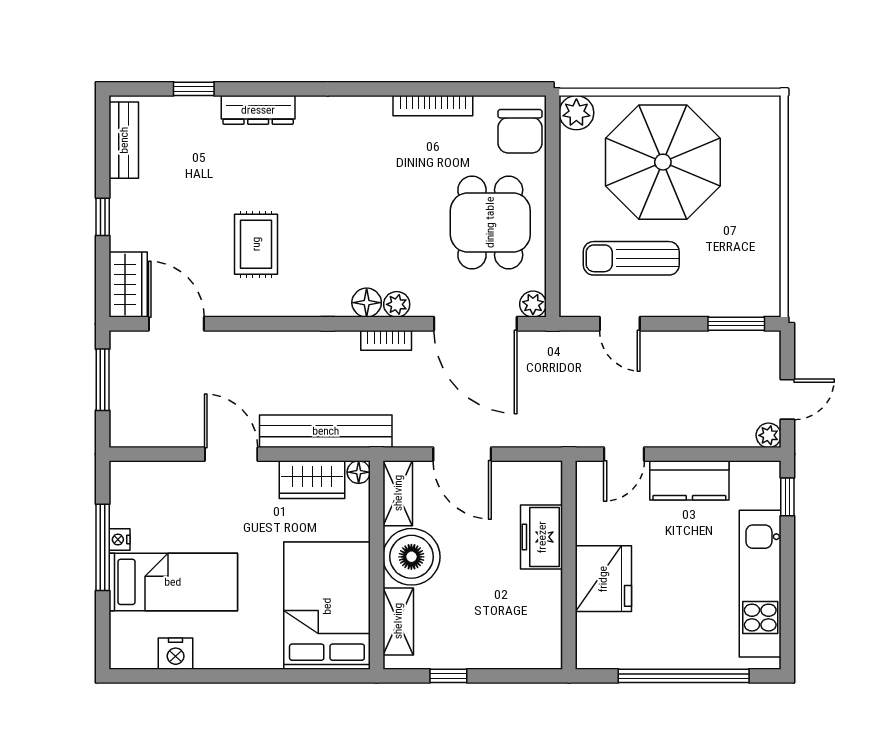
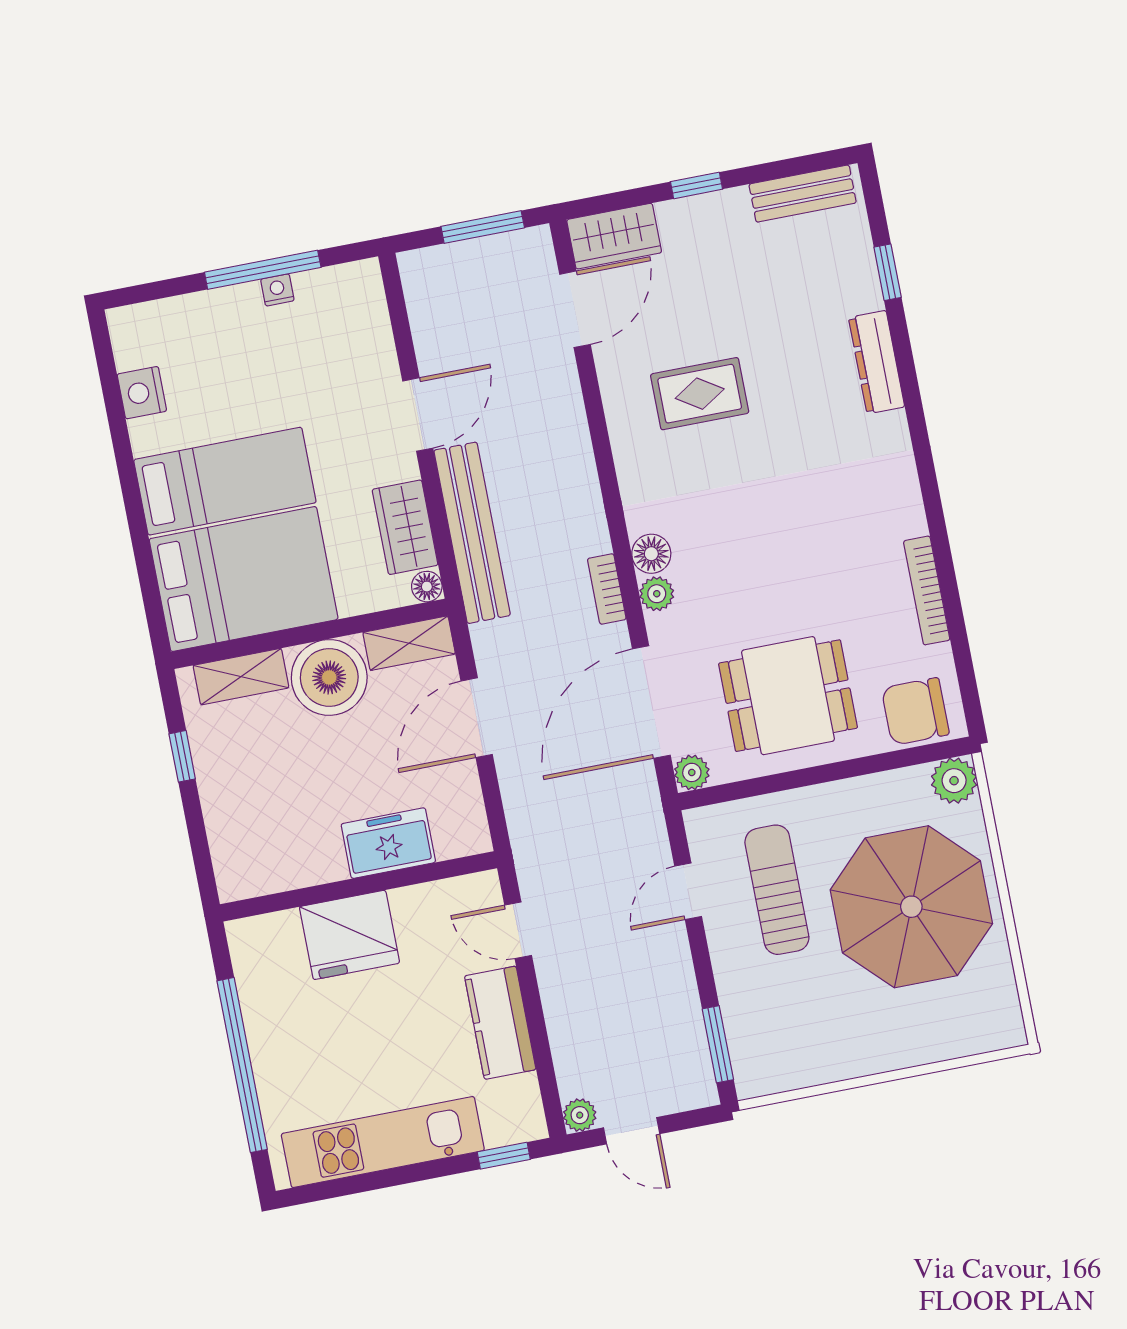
bed: (173, 582) -> (225, 481), moved, turned -90

